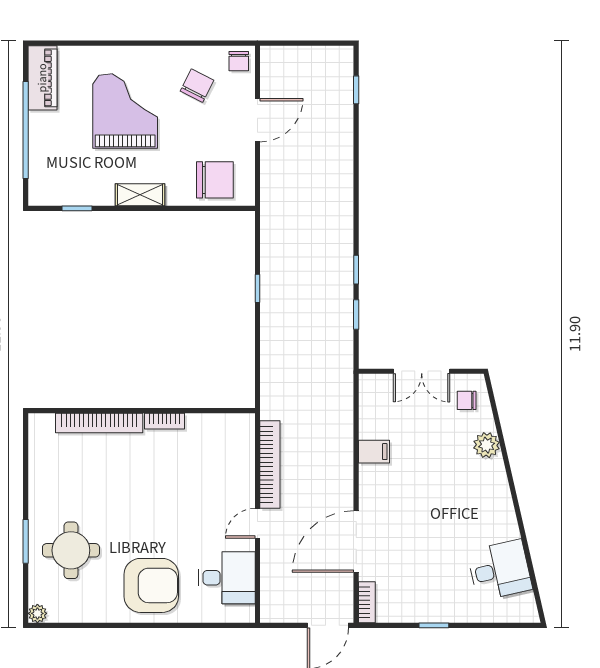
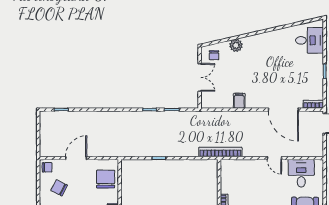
door: (257, 120) -> (76, 158), hinge flipped
bookcase: (270, 464) -> (220, 152), moved
desk: (500, 570) -> (310, 40), moved, turned 103

